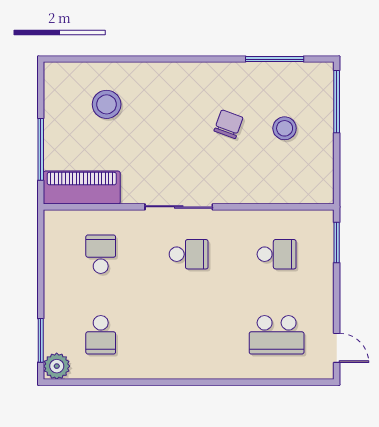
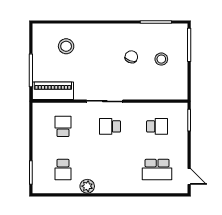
school desk: (189, 254) -> (110, 126), turned 180
plant: (57, 366) -> (87, 186), moved

